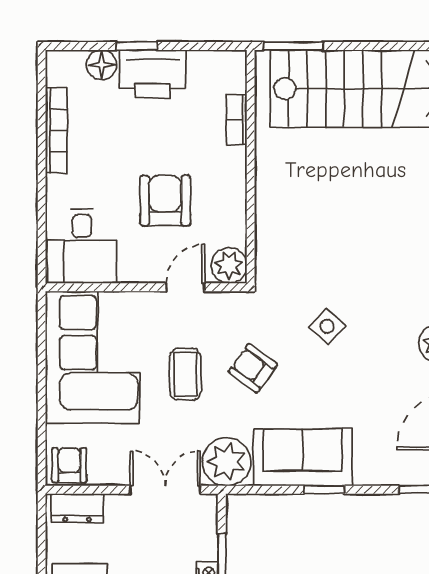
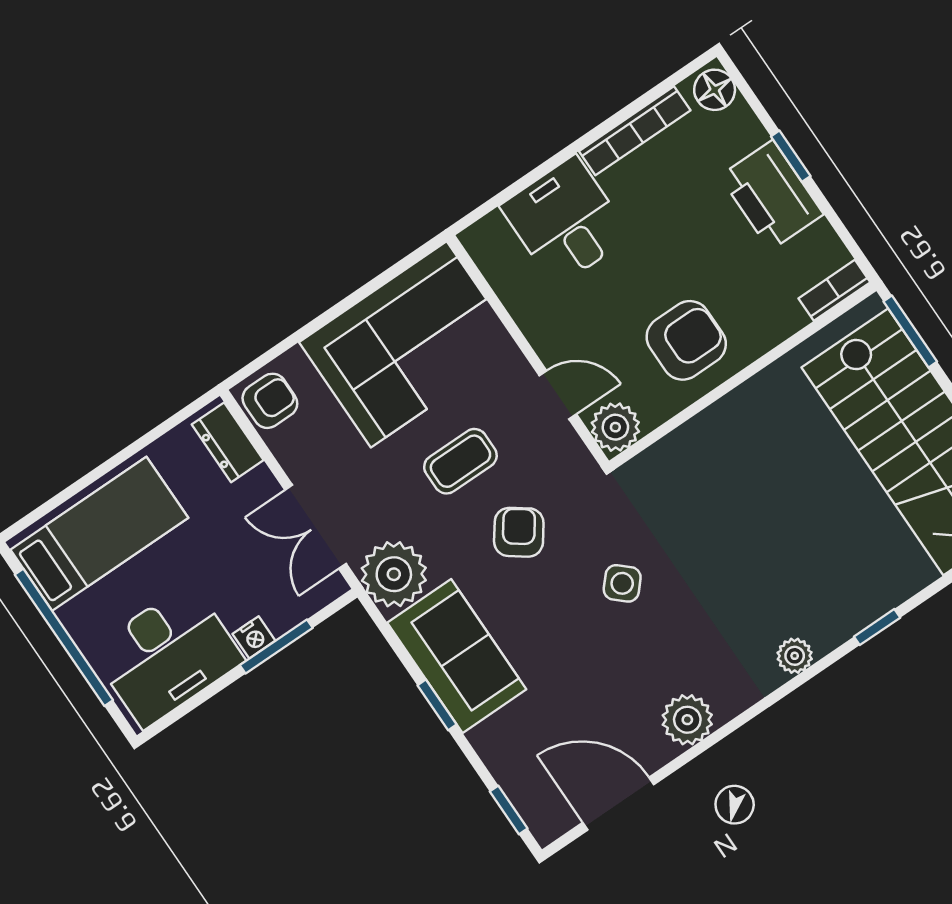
floor lamp: (102, 65) -> (715, 90), moved
bookcase: (237, 120) -> (834, 290), moved
armchair: (165, 201) -> (686, 340), moved
desk: (82, 246) -> (566, 221), moved, turned 90
double door: (165, 490) -> (316, 527), swing flipped

